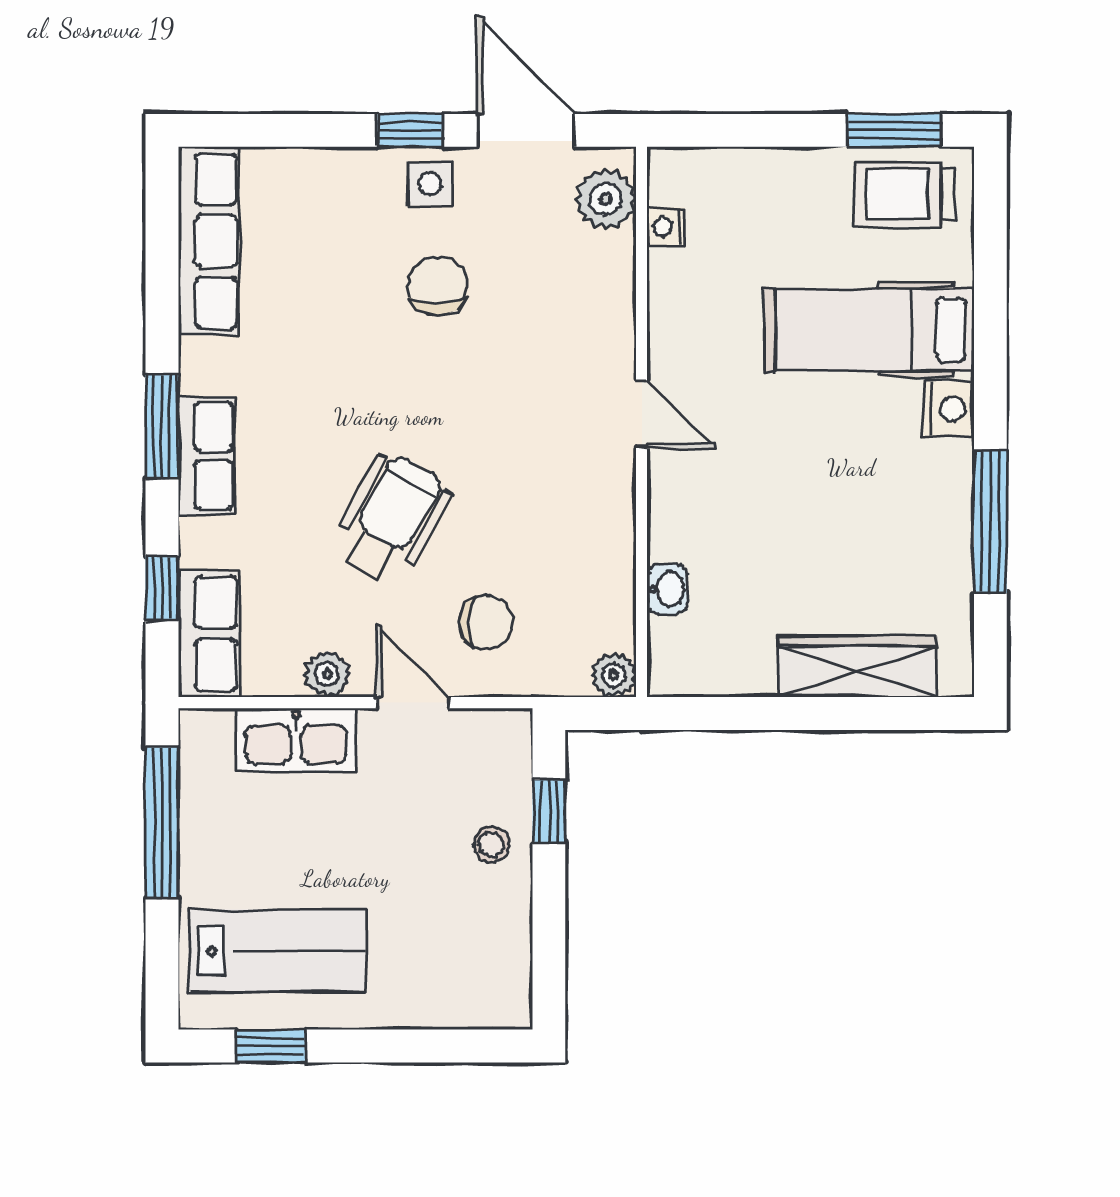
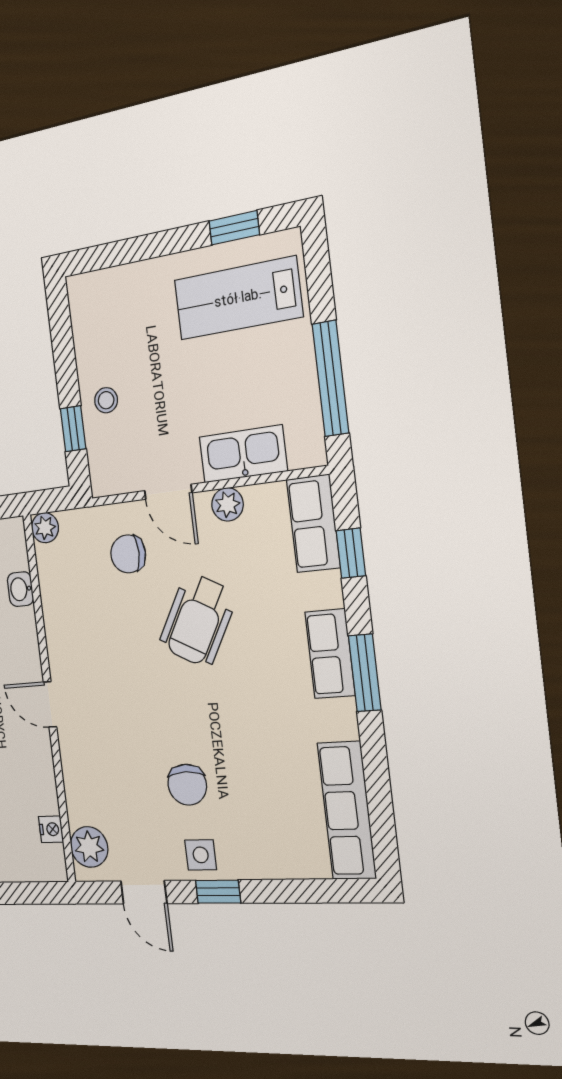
door: (526, 130) -> (144, 892), width x0.73

